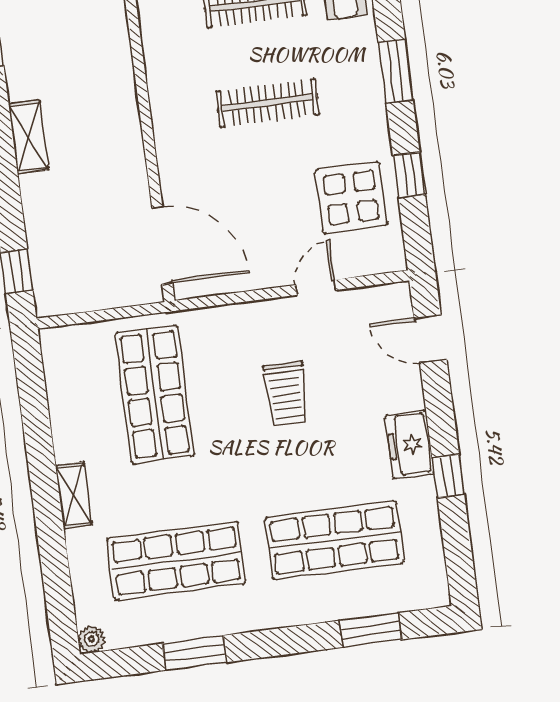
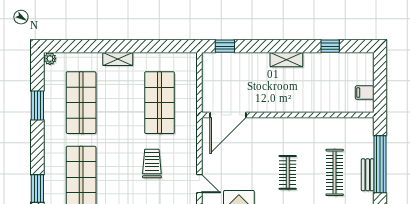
clothes rail: (268, 103) -> (288, 172), width x0.73
shop shelf: (155, 394) -> (159, 103), turned 90
trolley: (286, 394) -> (152, 164), turned 90

